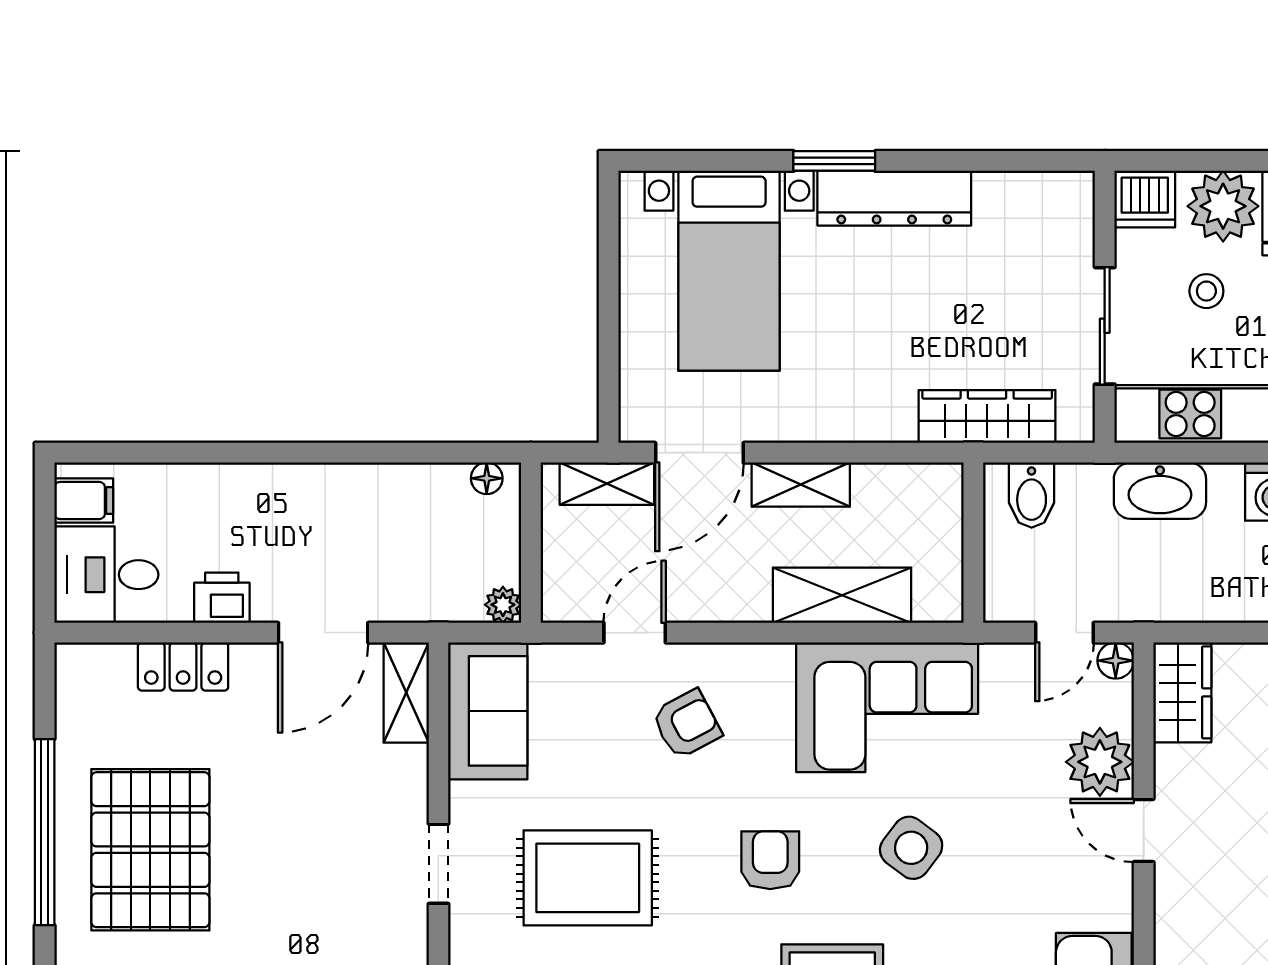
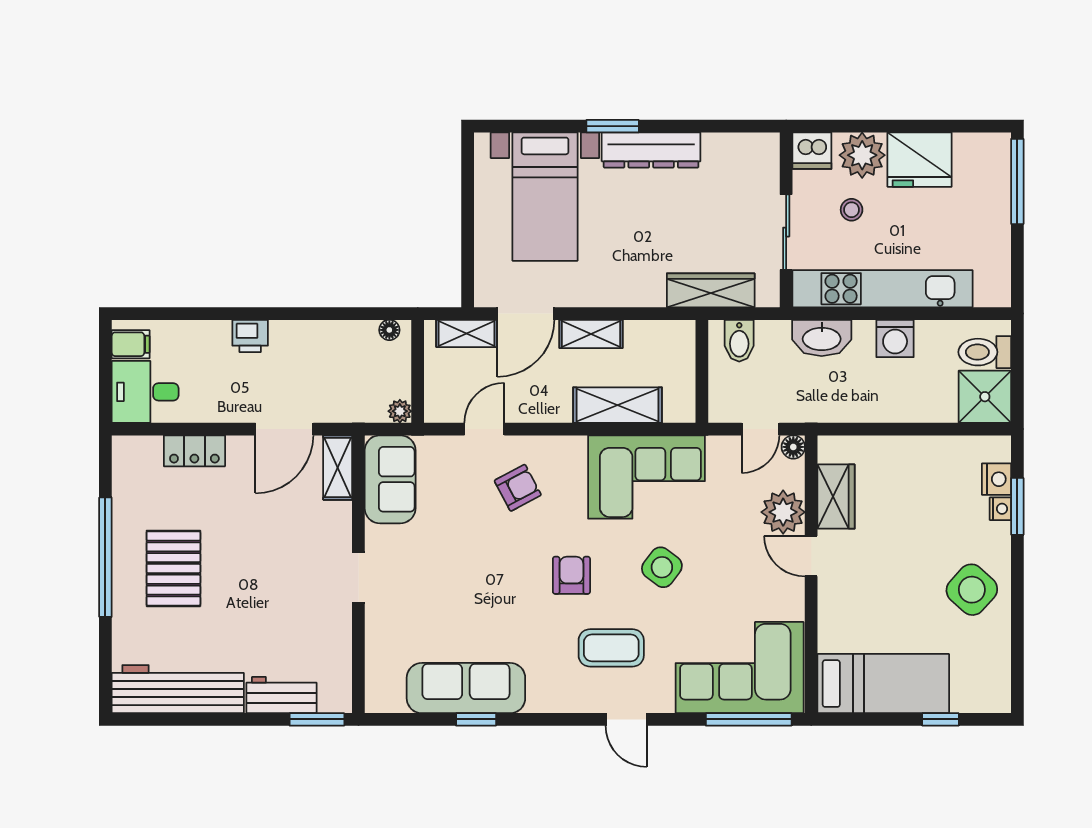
printer: (222, 598) -> (250, 336), moved, turned 180
wardrobe: (1182, 692) -> (836, 497), moved
pallet: (150, 850) -> (173, 568), width x0.73, depth x0.71
rug: (588, 878) -> (454, 587), removed

